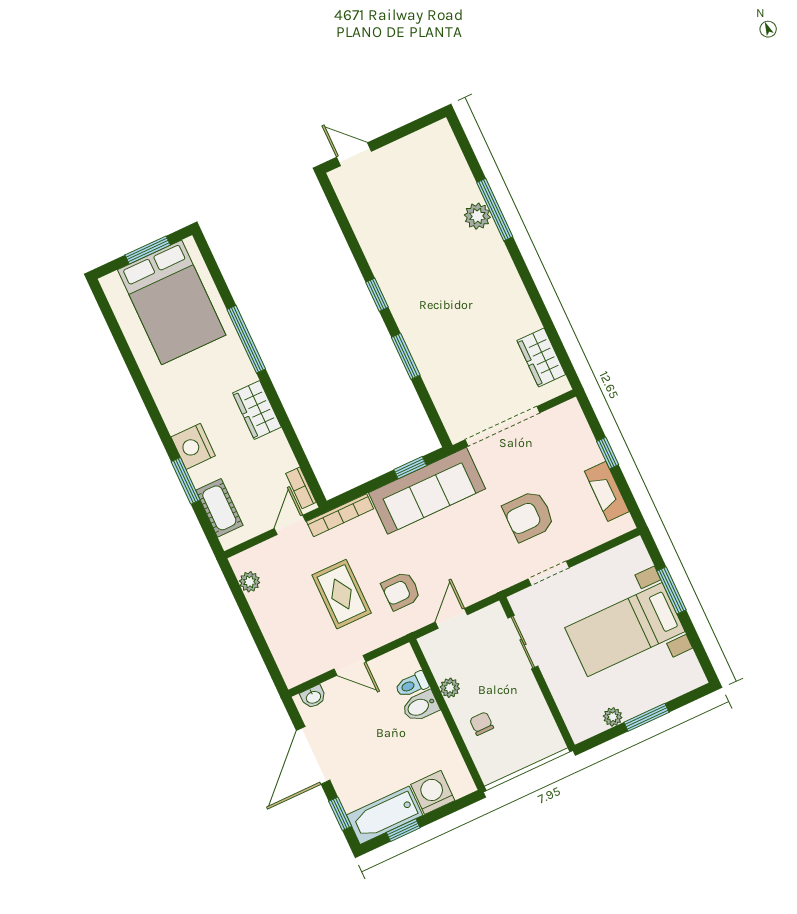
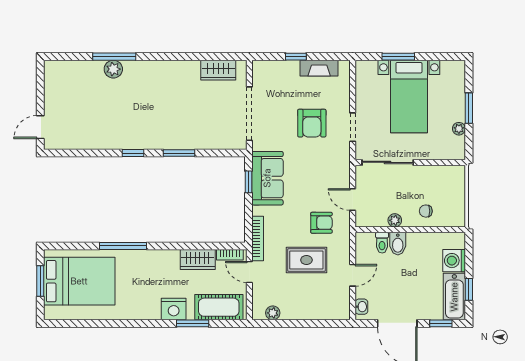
wardrobe: (257, 410) -> (198, 259), moved
sofa: (427, 491) -> (267, 178), width x0.73
cot: (219, 508) -> (219, 307), width x1.37, depth x1.34
armchair: (401, 591) -> (321, 223), turned -90
sliding door: (523, 642) -> (388, 162), width x1.37

